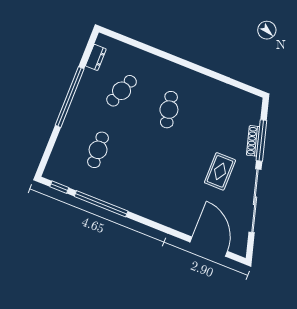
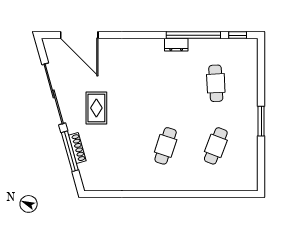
dresser: (96, 57) -> (176, 45), moved, turned -90
window: (70, 97) -> (261, 121), width x0.47
cafe table: (169, 110) -> (166, 146), turned 30

